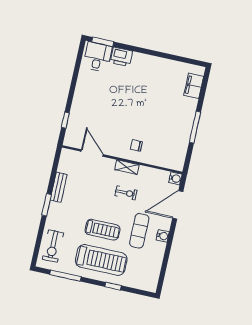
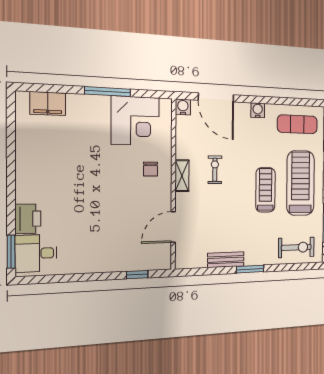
corner desk: (172, 142) -> (135, 121), added
exercise mat: (139, 231) -> (297, 124), moved

